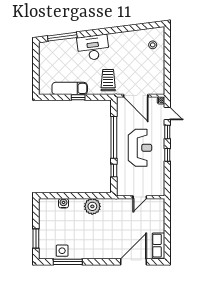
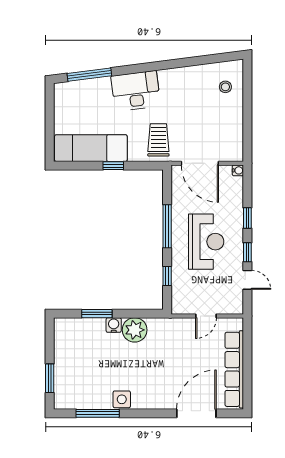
exam couch: (70, 88) -> (91, 148), width x1.36, depth x1.45
door: (167, 113) -> (247, 280), moved
window: (114, 137) -> (167, 226), width x0.68
window: (67, 196) -> (97, 314), added
water cooler: (63, 203) -> (114, 325), moved
row of seats: (159, 246) -> (234, 369), width x2.02
side table: (62, 251) -> (122, 399), moved

